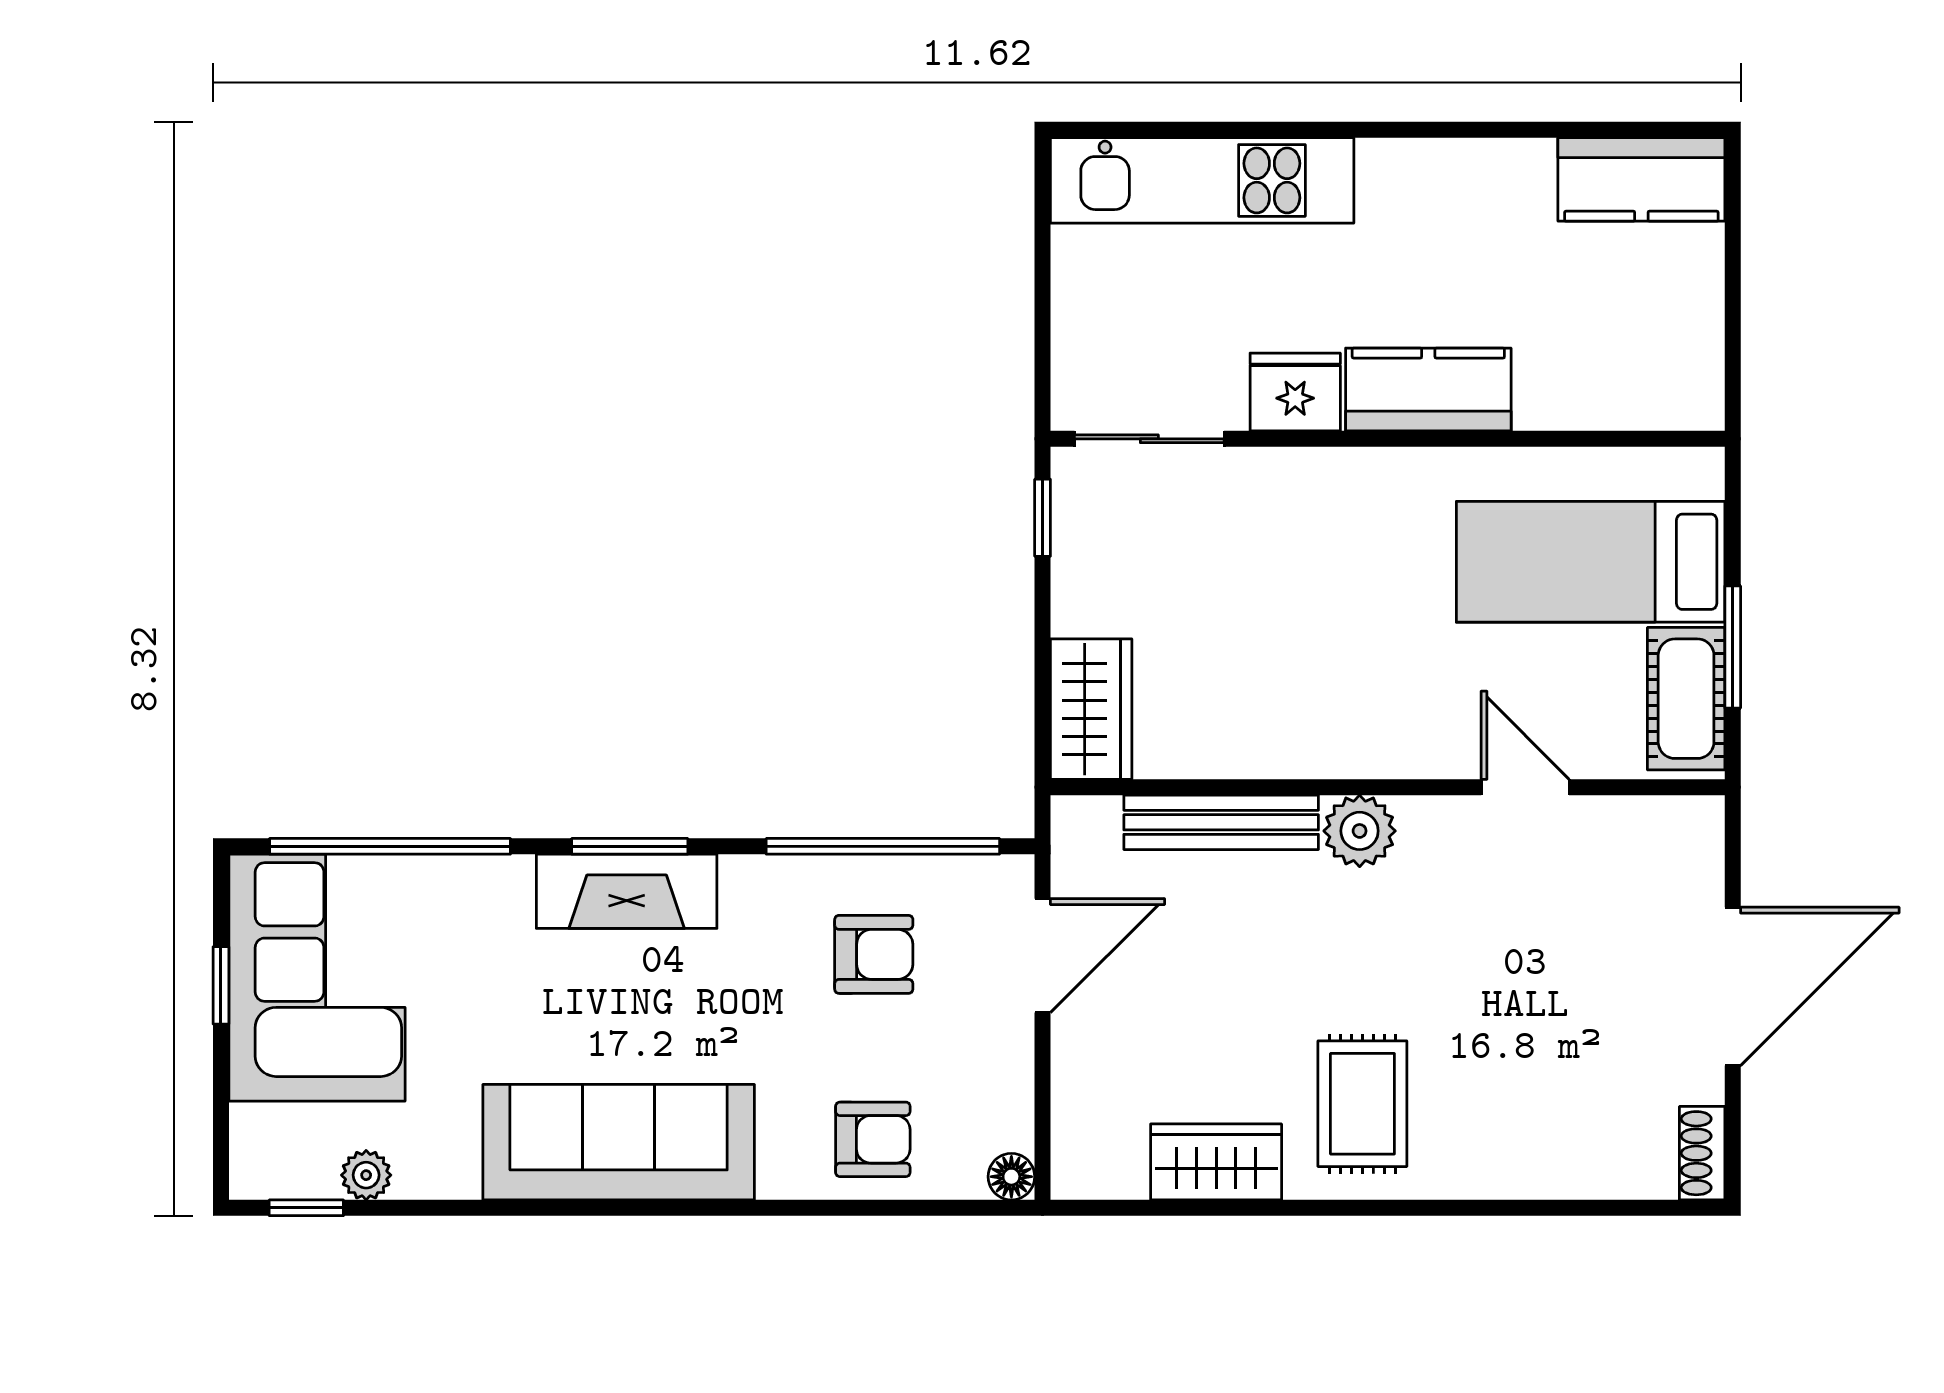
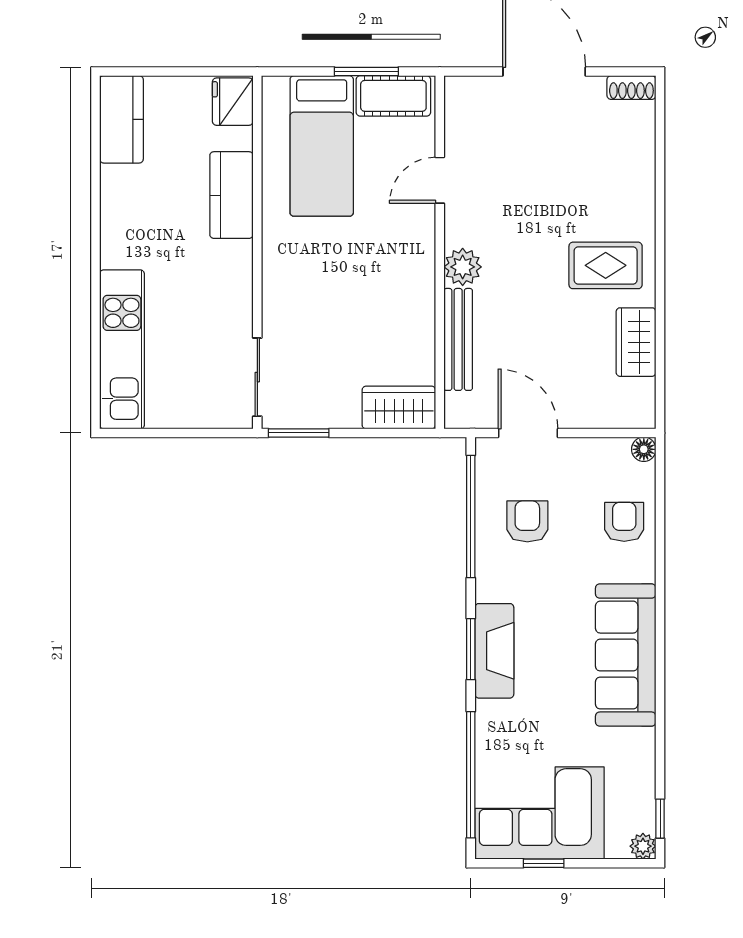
kitchen counter: (1428, 389) -> (231, 195), moved
fridge: (1295, 392) -> (233, 102), moved
window: (1043, 518) -> (299, 433), width x1.50
plant: (366, 1175) -> (643, 846), moved

